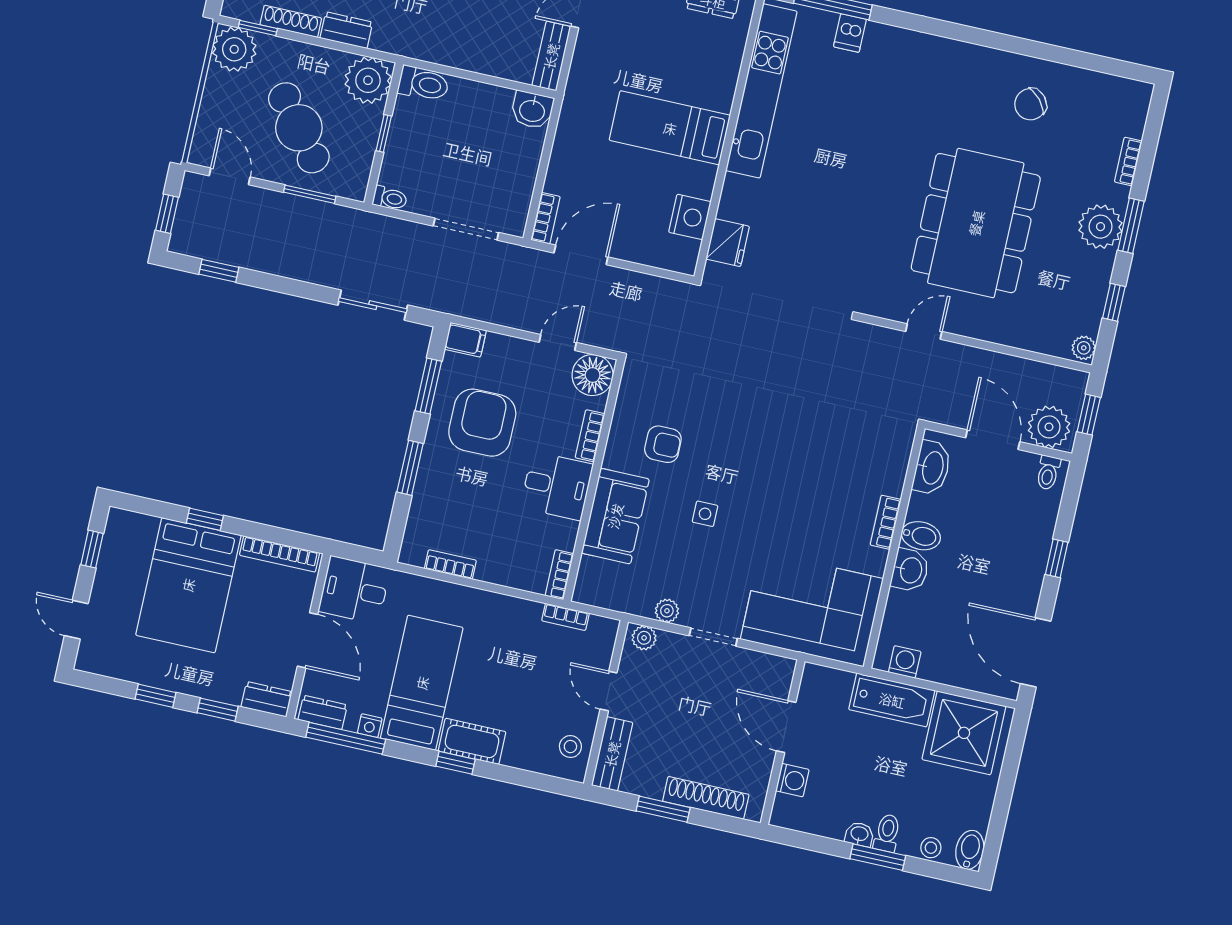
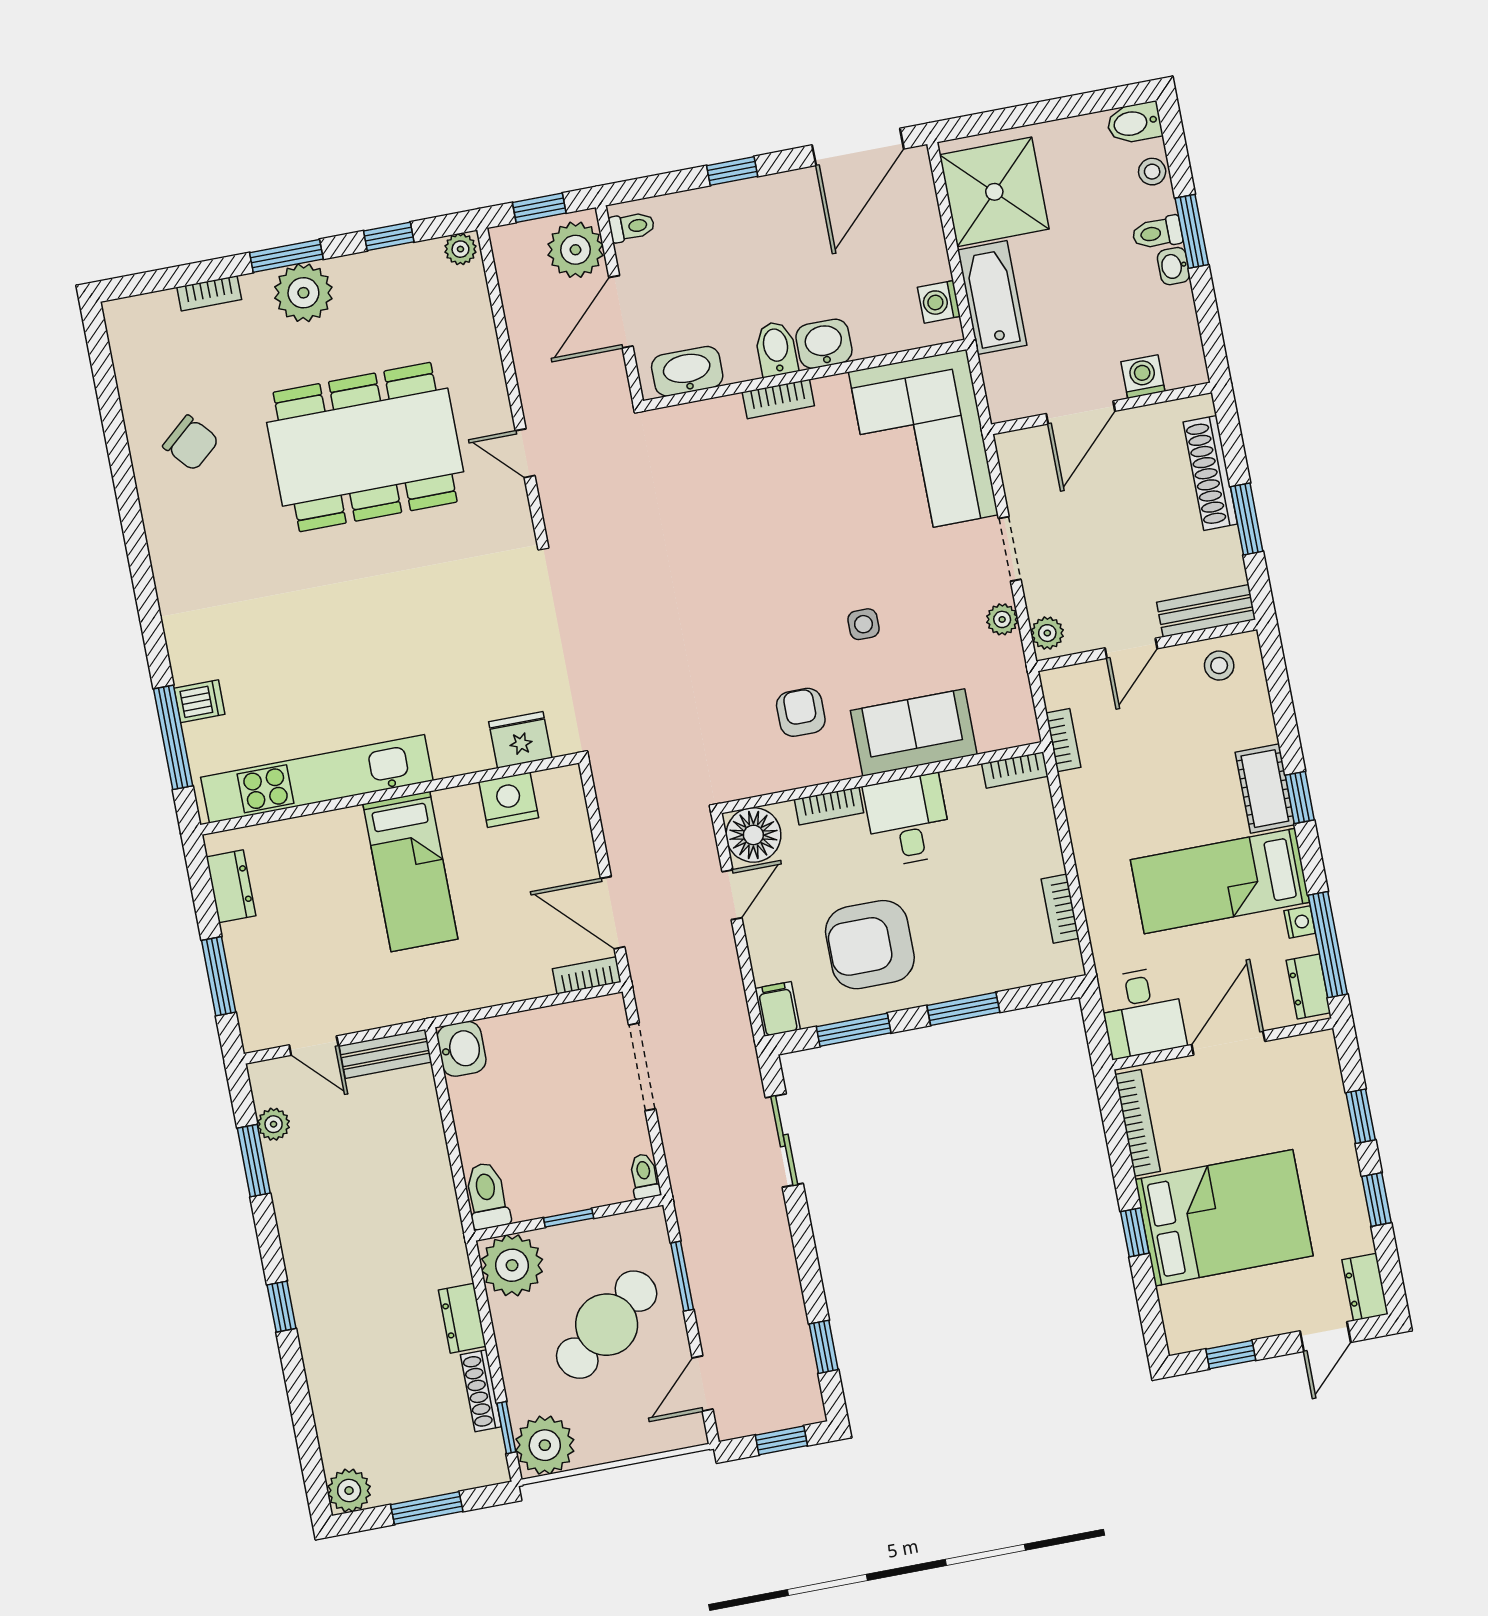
door: (558, 342) -> (732, 895), swing flipped
dresser: (267, 699) -> (1365, 1287), moved

